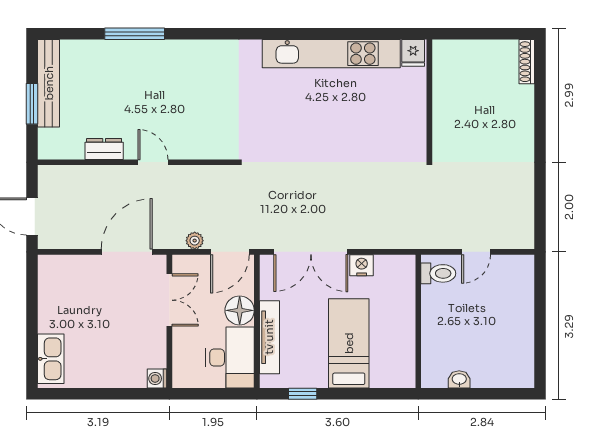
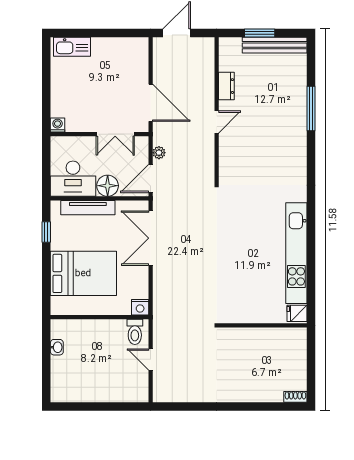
shoe rack: (527, 62) -> (295, 397), width x0.70
door: (230, 252) -> (151, 179), hinge flipped
nightstand: (362, 265) -> (140, 307), moved, turned 90
bed: (349, 343) -> (83, 273), width x1.50

